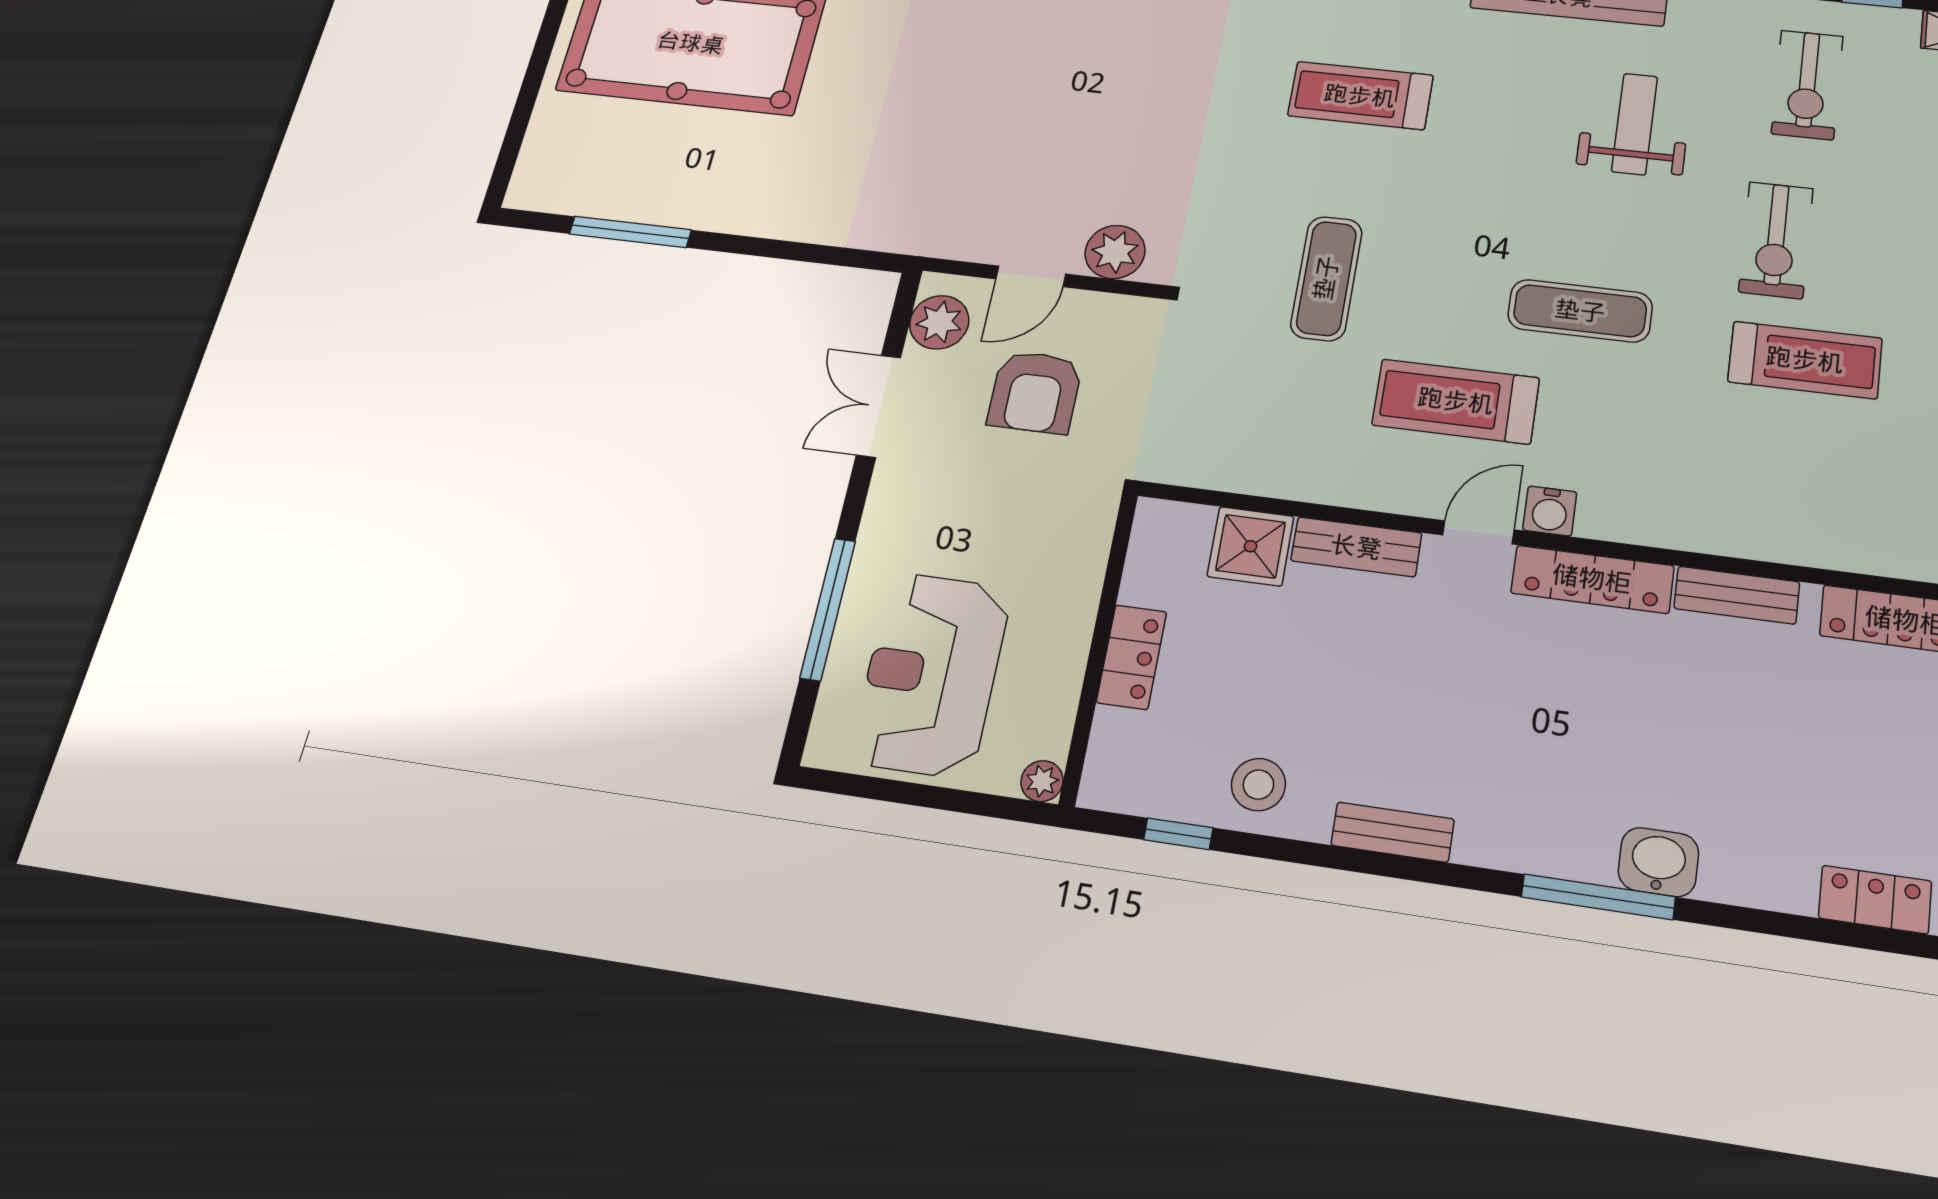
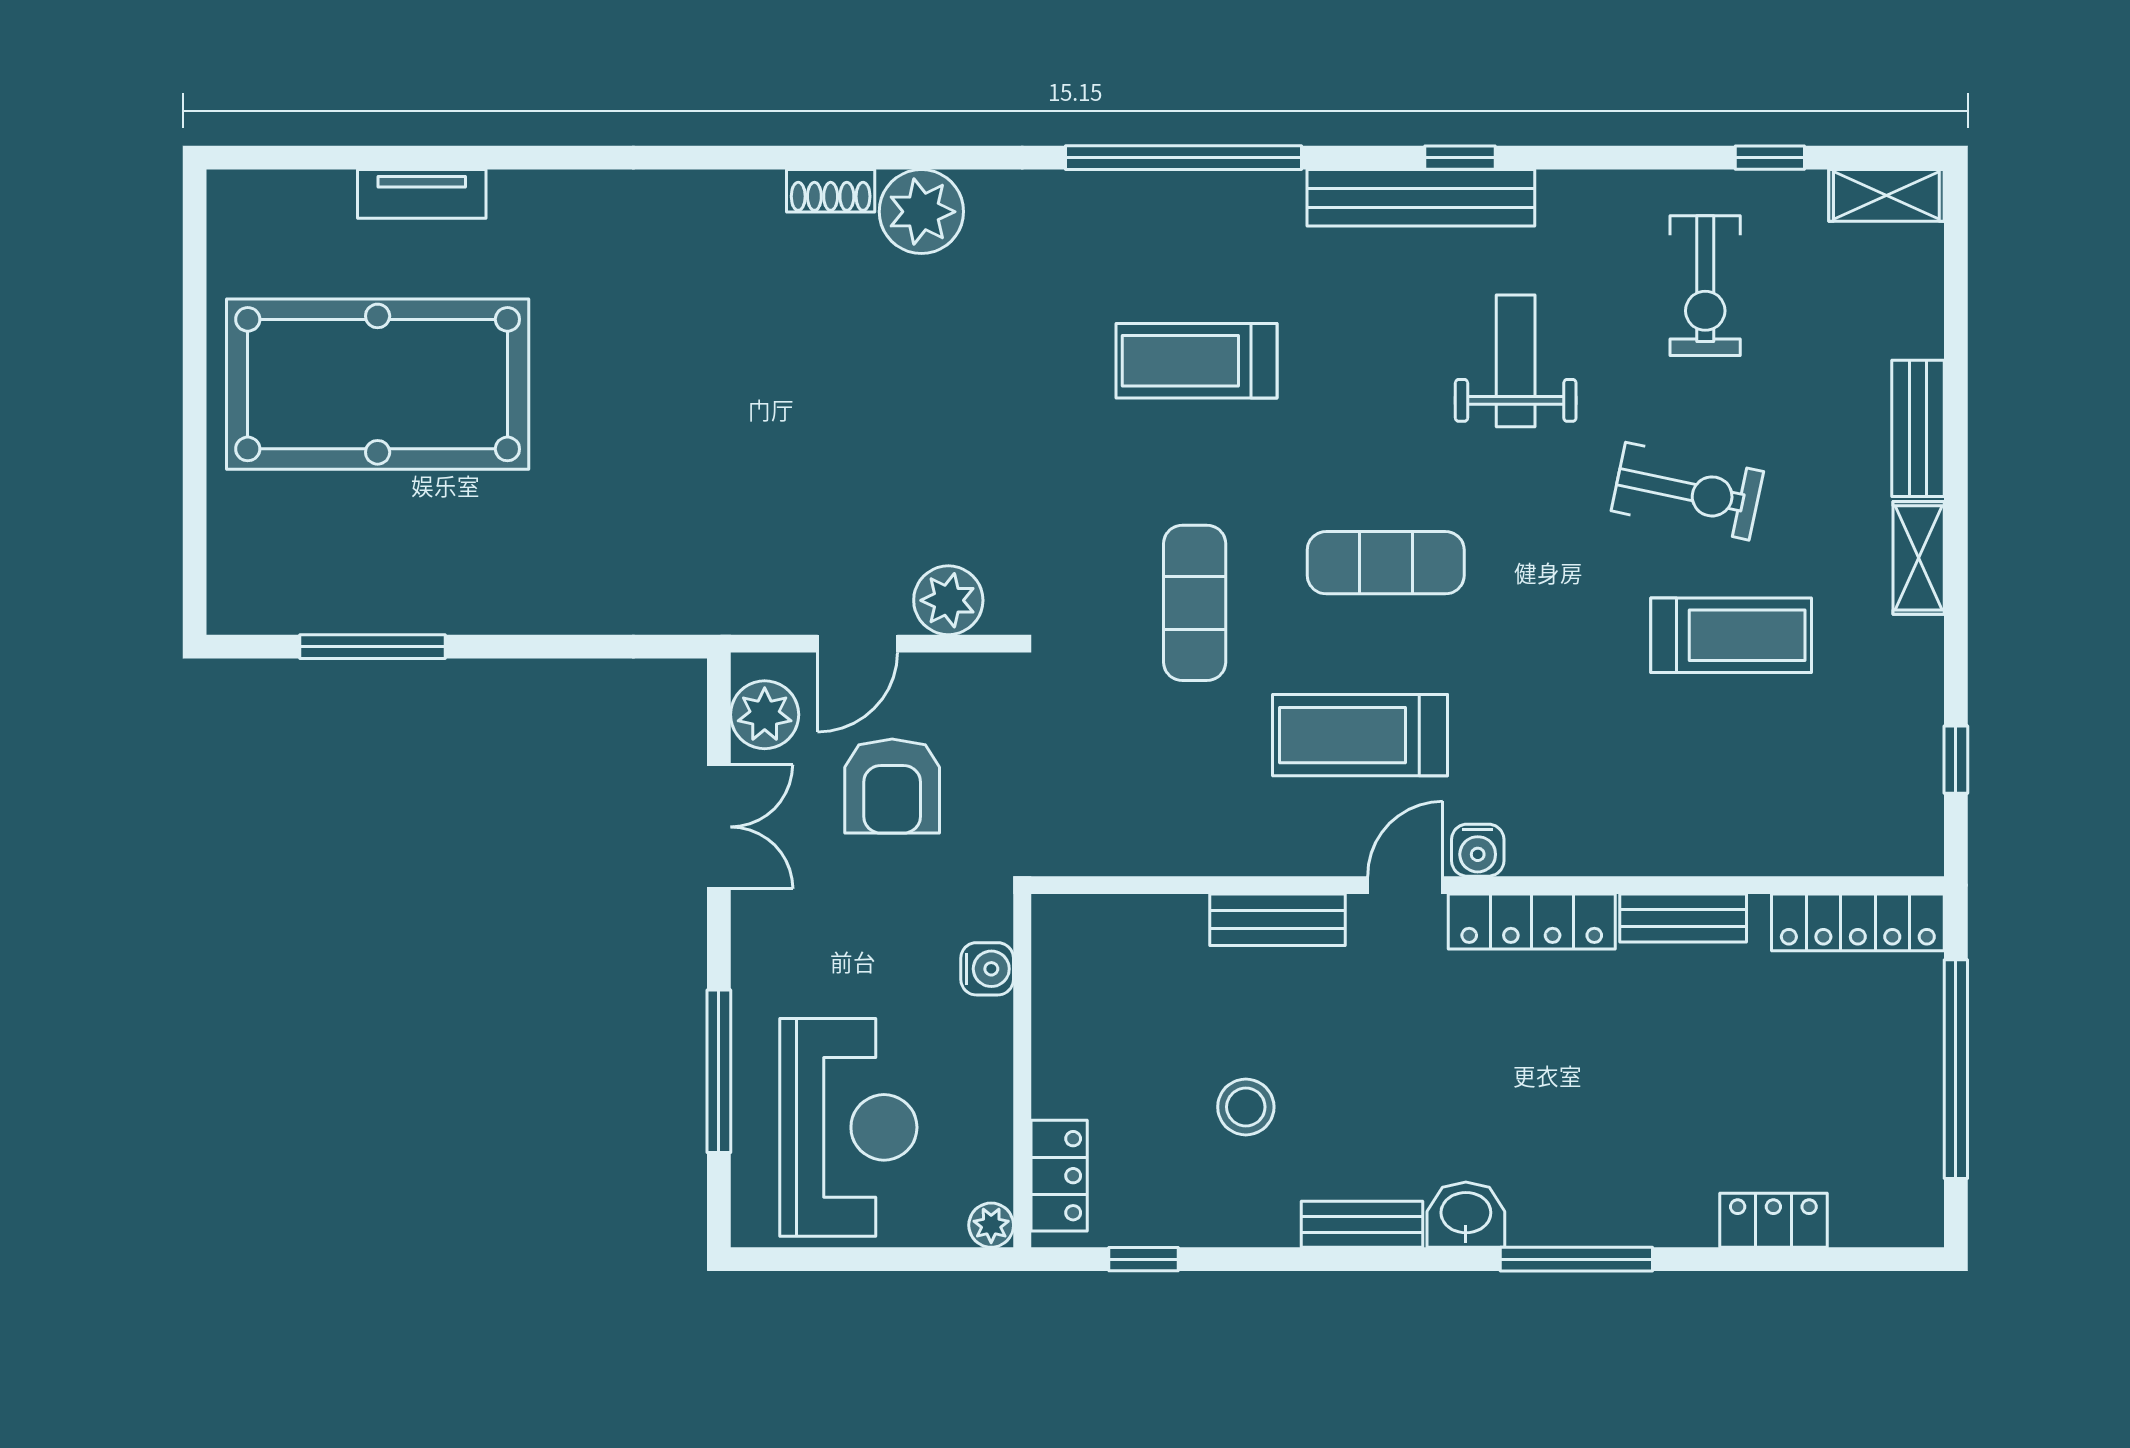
exercise bike: (1776, 240) -> (1687, 491), turned -78
exercise mat: (1580, 311) -> (1386, 563), moved
double door: (879, 406) -> (719, 827), swing flipped
shower: (1251, 546) -> (1164, 935), removed
water cooler: (1086, 554) -> (987, 969), added
locker: (1131, 657) -> (1059, 1176), moved
reception desk: (931, 674) -> (848, 1127), turned 180
stool: (1258, 785) -> (1246, 1107), moved
washbasin: (1658, 862) -> (1466, 1215), moved
locker: (1875, 900) -> (1773, 1220), moved

